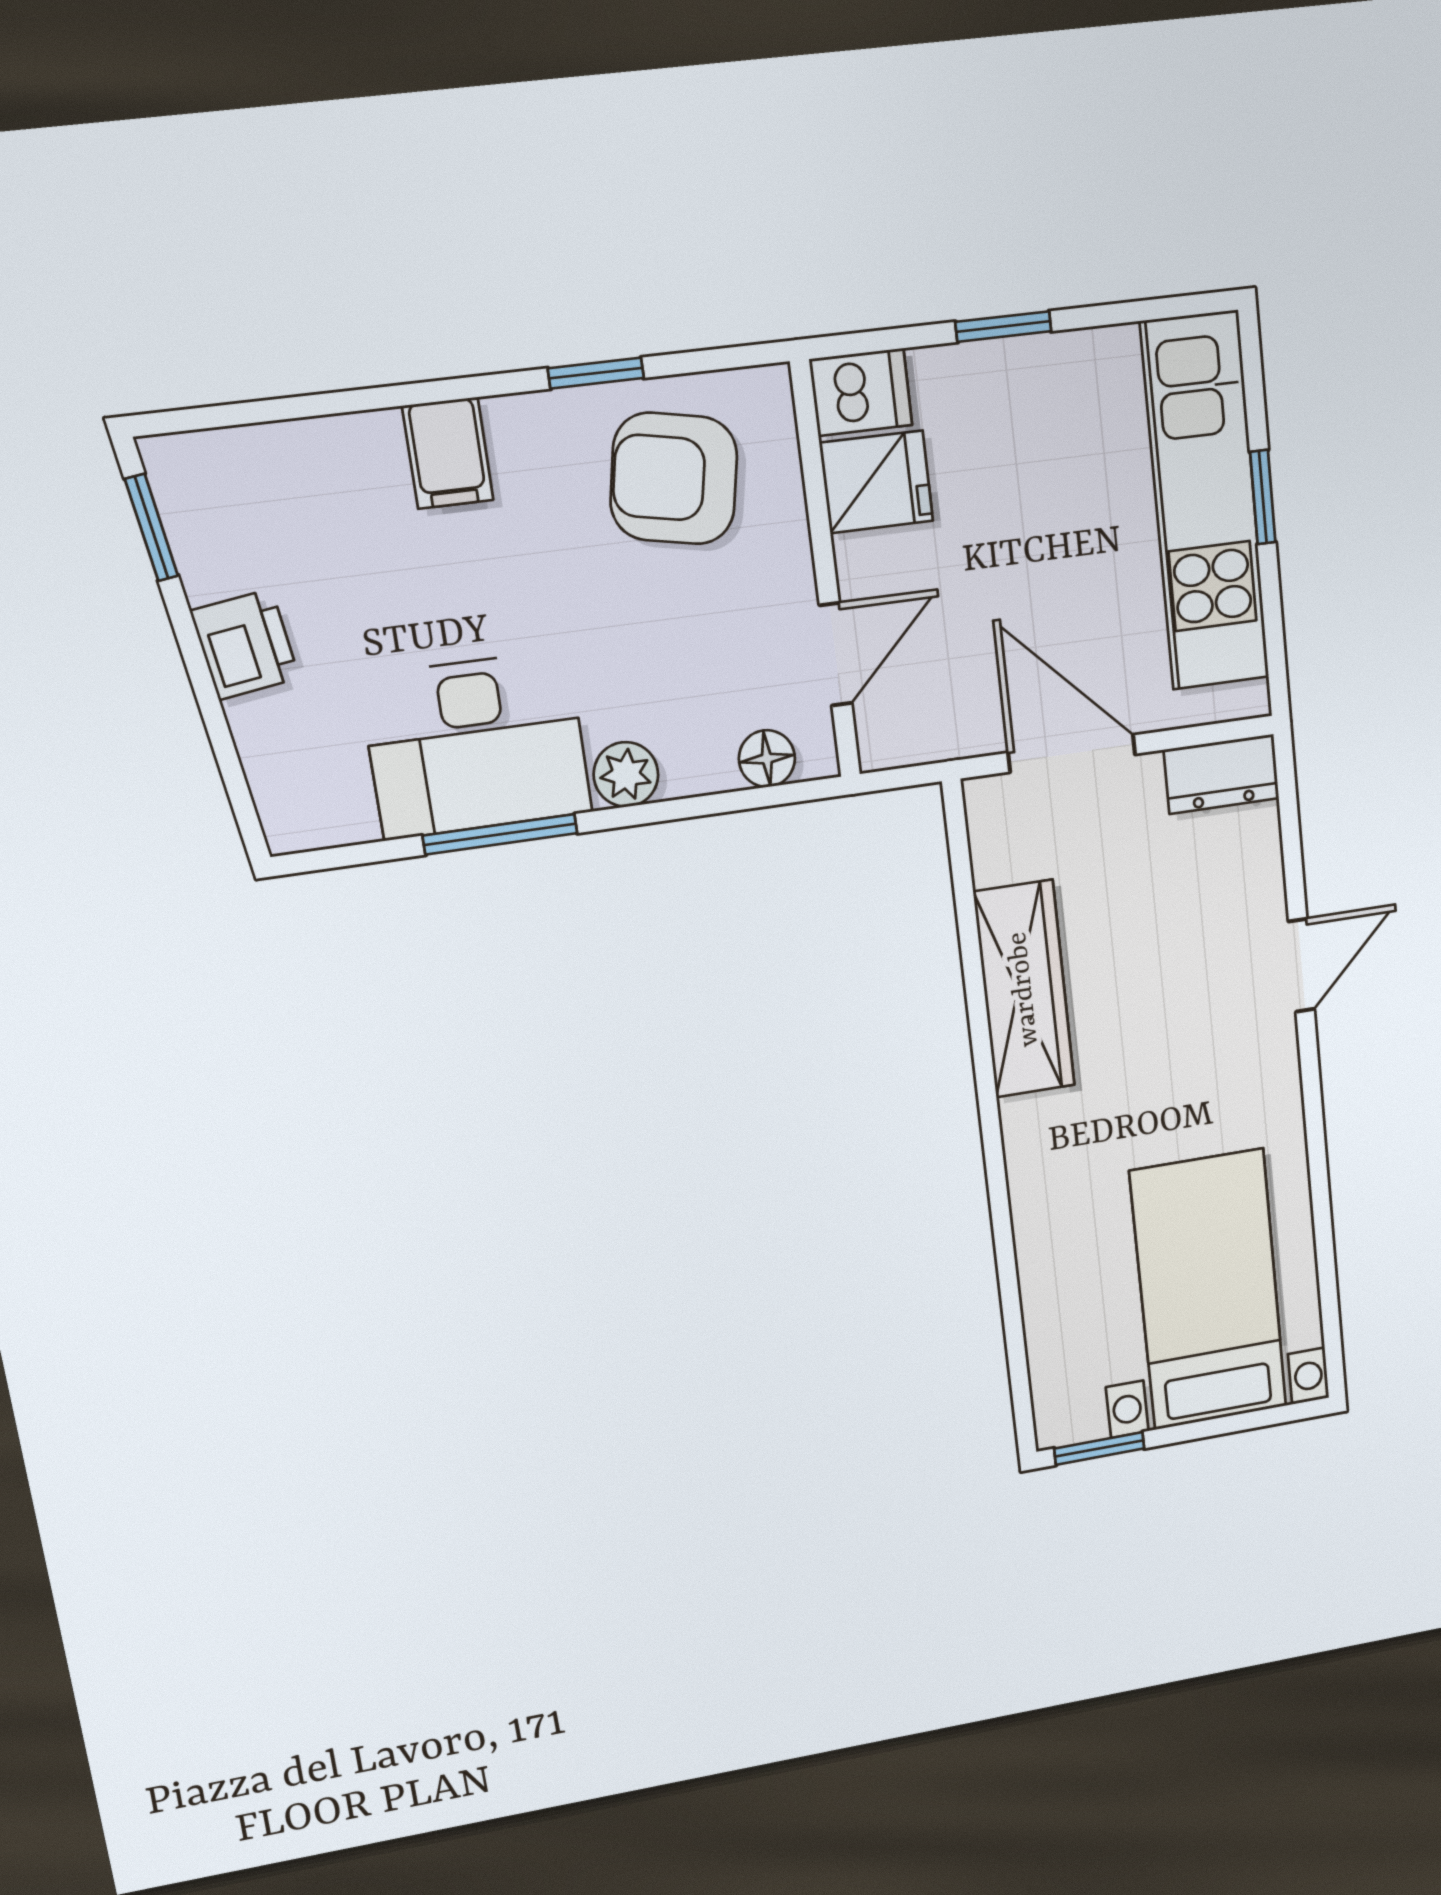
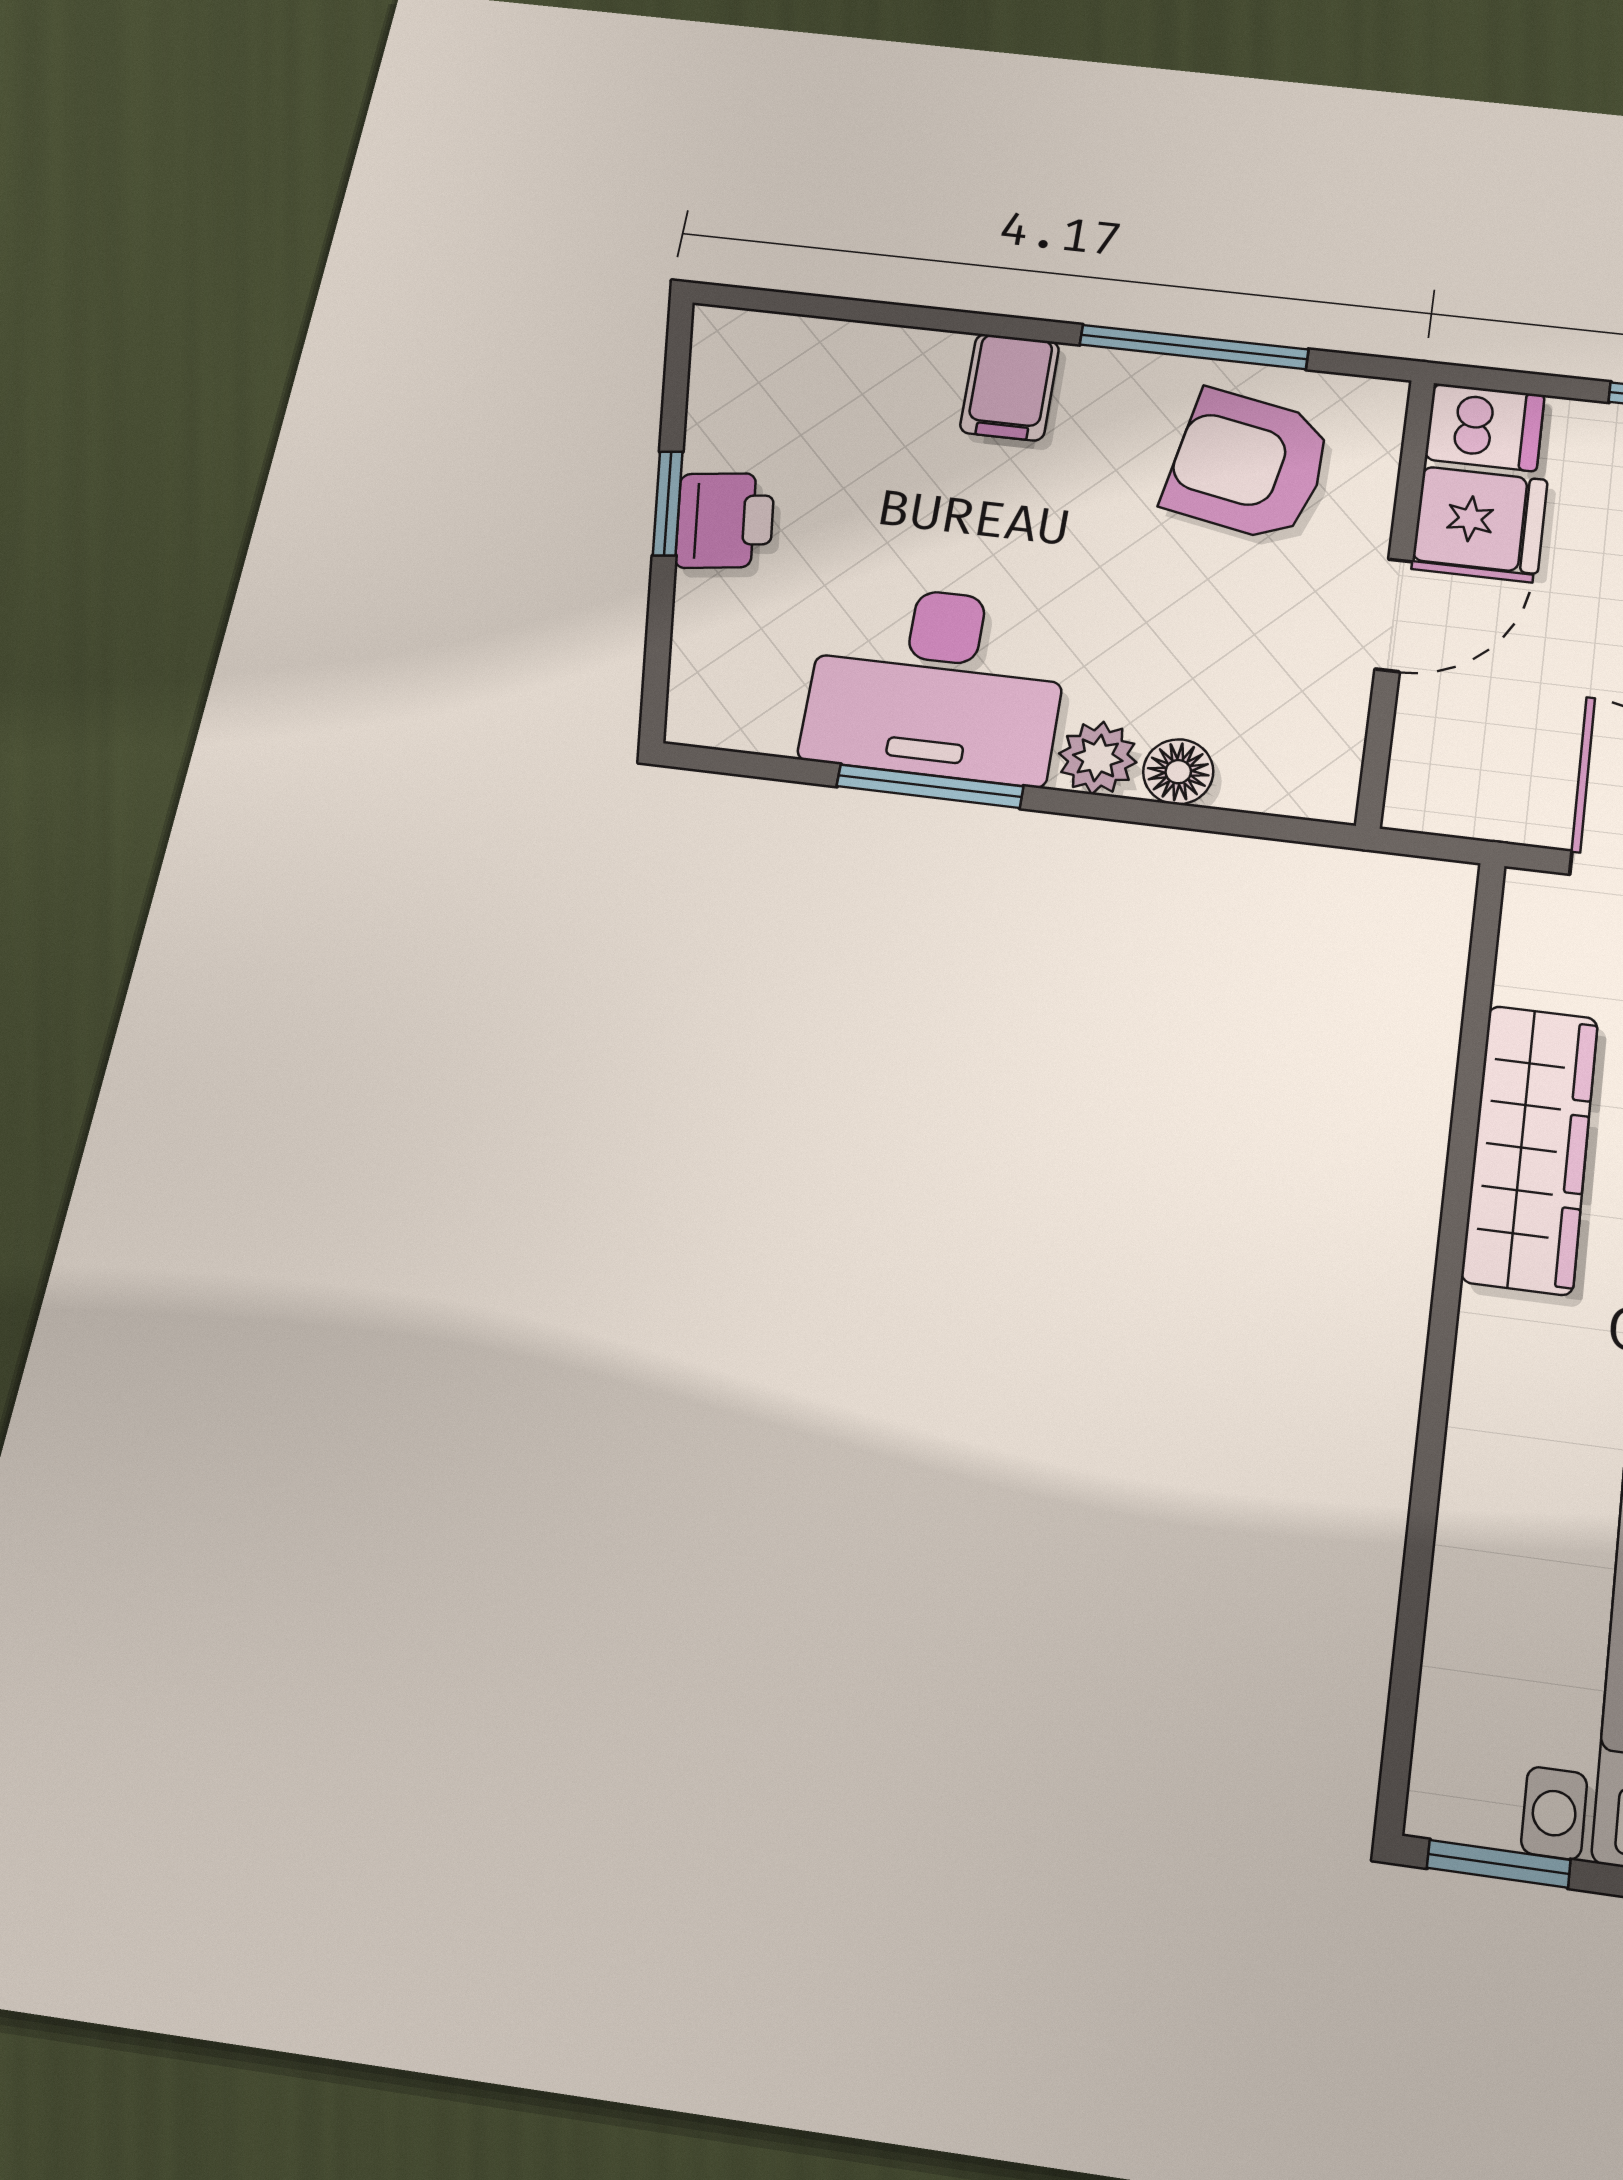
window: (596, 373) -> (1194, 347), width x2.17
window: (151, 527) -> (668, 503), moved
door: (836, 654) -> (1394, 615), moved
floor lamp: (767, 759) -> (1178, 772), moved

